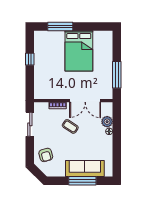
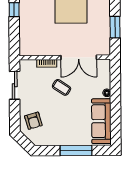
window: (117, 75) -> (115, 27), width x0.69
plant: (107, 122) -> (104, 82), removed
sofa: (85, 169) -> (101, 121), moved, turned -90

